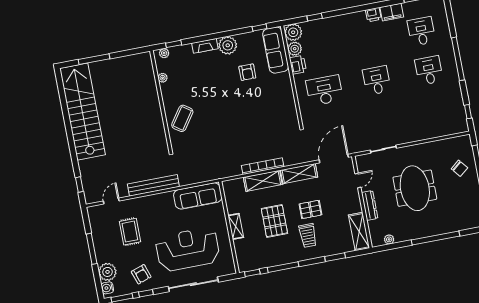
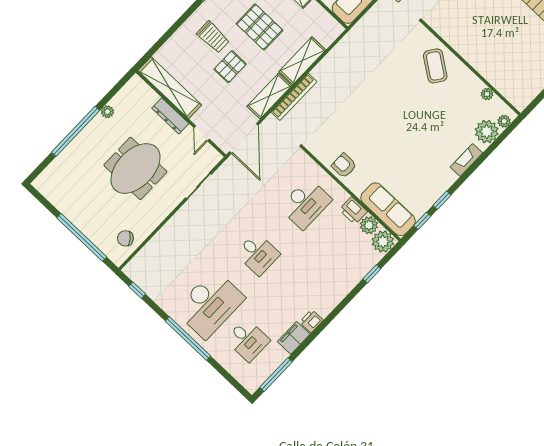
window: (174, 44) -> (442, 200), moved
plant: (228, 45) -> (487, 132), moved
desk: (429, 70) -> (210, 304), width x1.87, depth x1.30
armchair: (247, 72) -> (344, 166), moved
bookcase: (263, 166) -> (294, 97), moved
chair: (459, 168) -> (125, 238), moved
meeting table: (415, 188) -> (135, 168), turned 90
shelving: (359, 232) -> (170, 88), width x1.47
trolley: (308, 235) -> (213, 37), turned 180
plant: (389, 239) -> (107, 112), moved
window: (335, 257) -> (168, 35), removed

